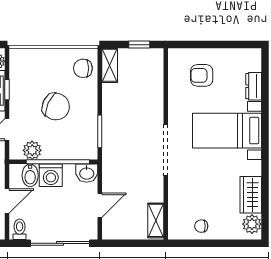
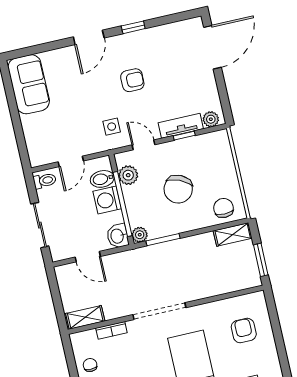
window: (139, 45) -> (261, 260), width x1.50
plant: (90, 152) -> (140, 235), added
bookcase: (173, 199) -> (111, 330), added
door: (7, 201) -> (71, 161), hinge flipped
sliding door: (60, 243) -> (40, 225), width x0.73

